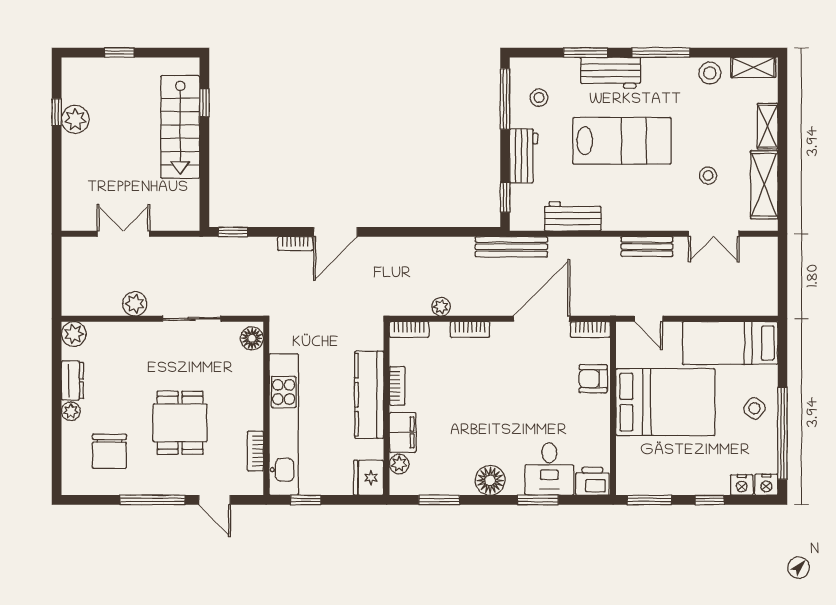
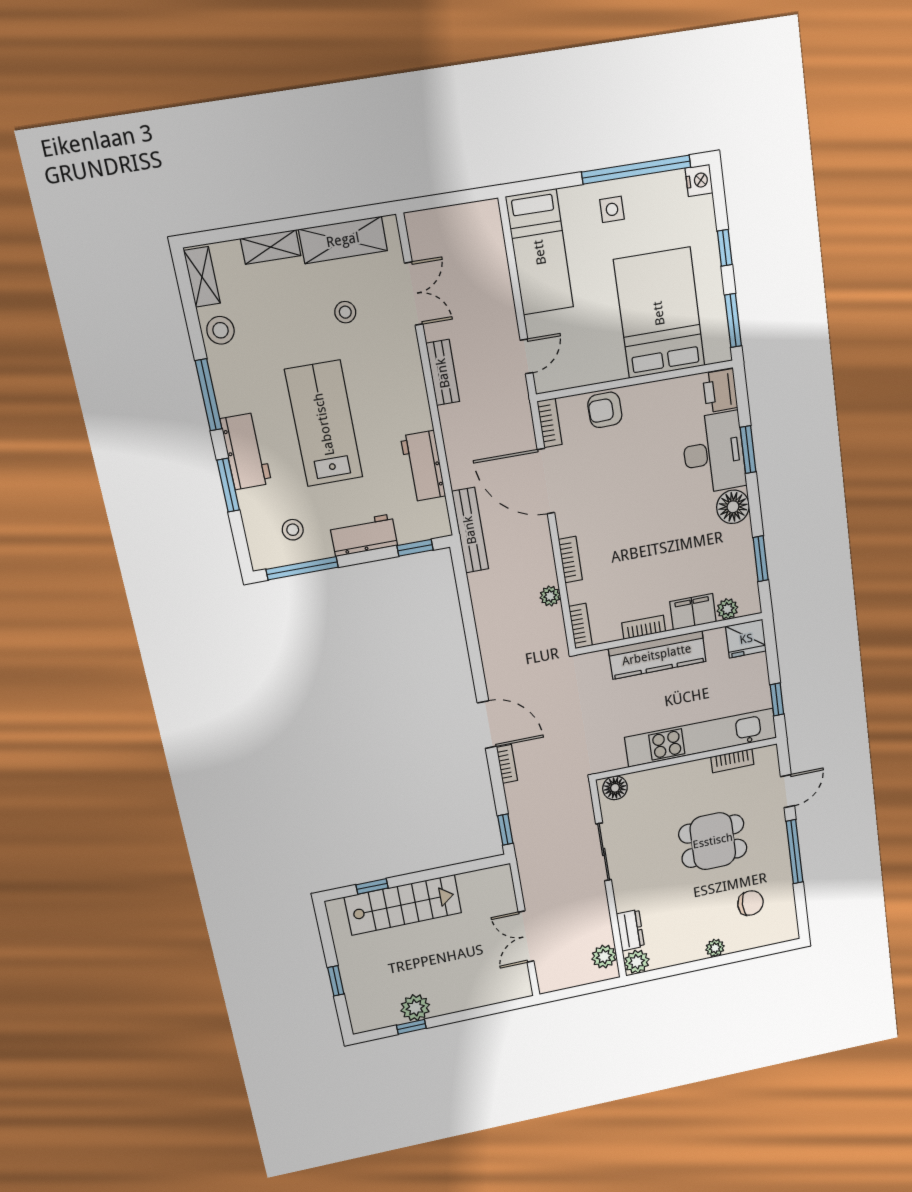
plant: (135, 304) -> (604, 957), moved
armchair: (593, 379) -> (605, 410), turned 89
dresser: (72, 380) -> (630, 930), moved, turned 90
bed: (665, 402) -> (659, 313), moved
side table: (754, 408) -> (612, 209), turned -38
chair: (109, 451) -> (750, 903), width x0.73, depth x0.73
desk: (549, 469) -> (714, 453), width x1.37
nightstand: (742, 485) -> (703, 211), removed

